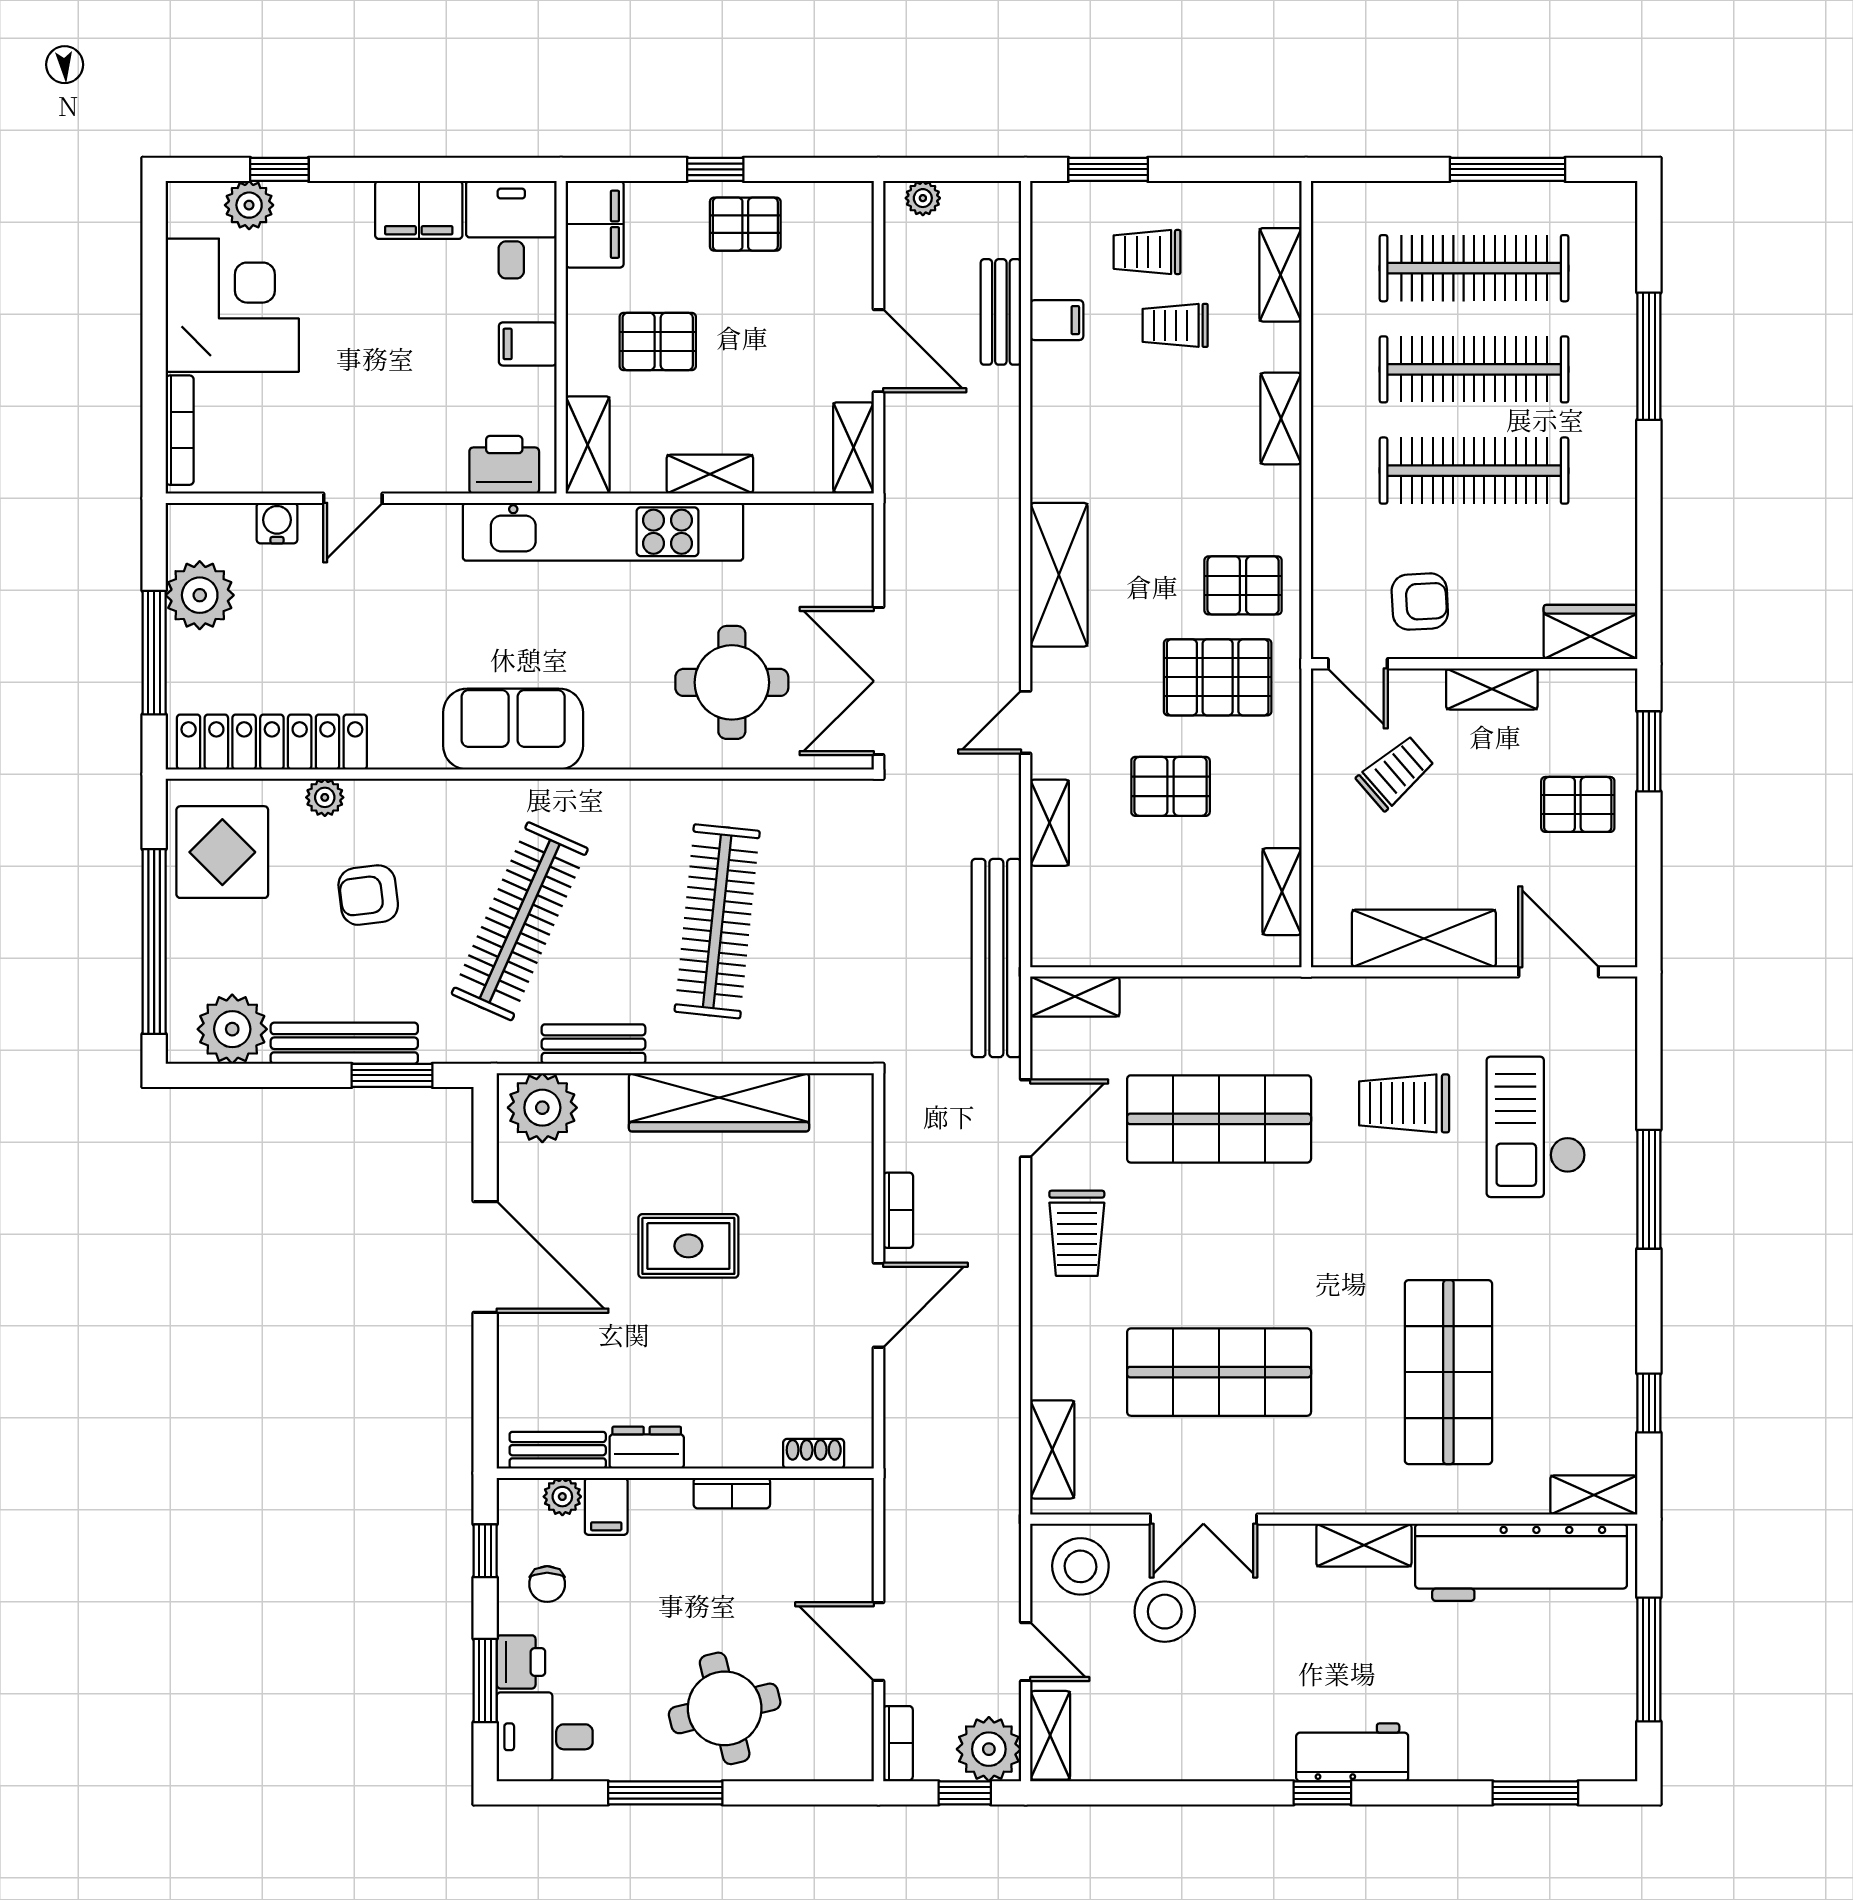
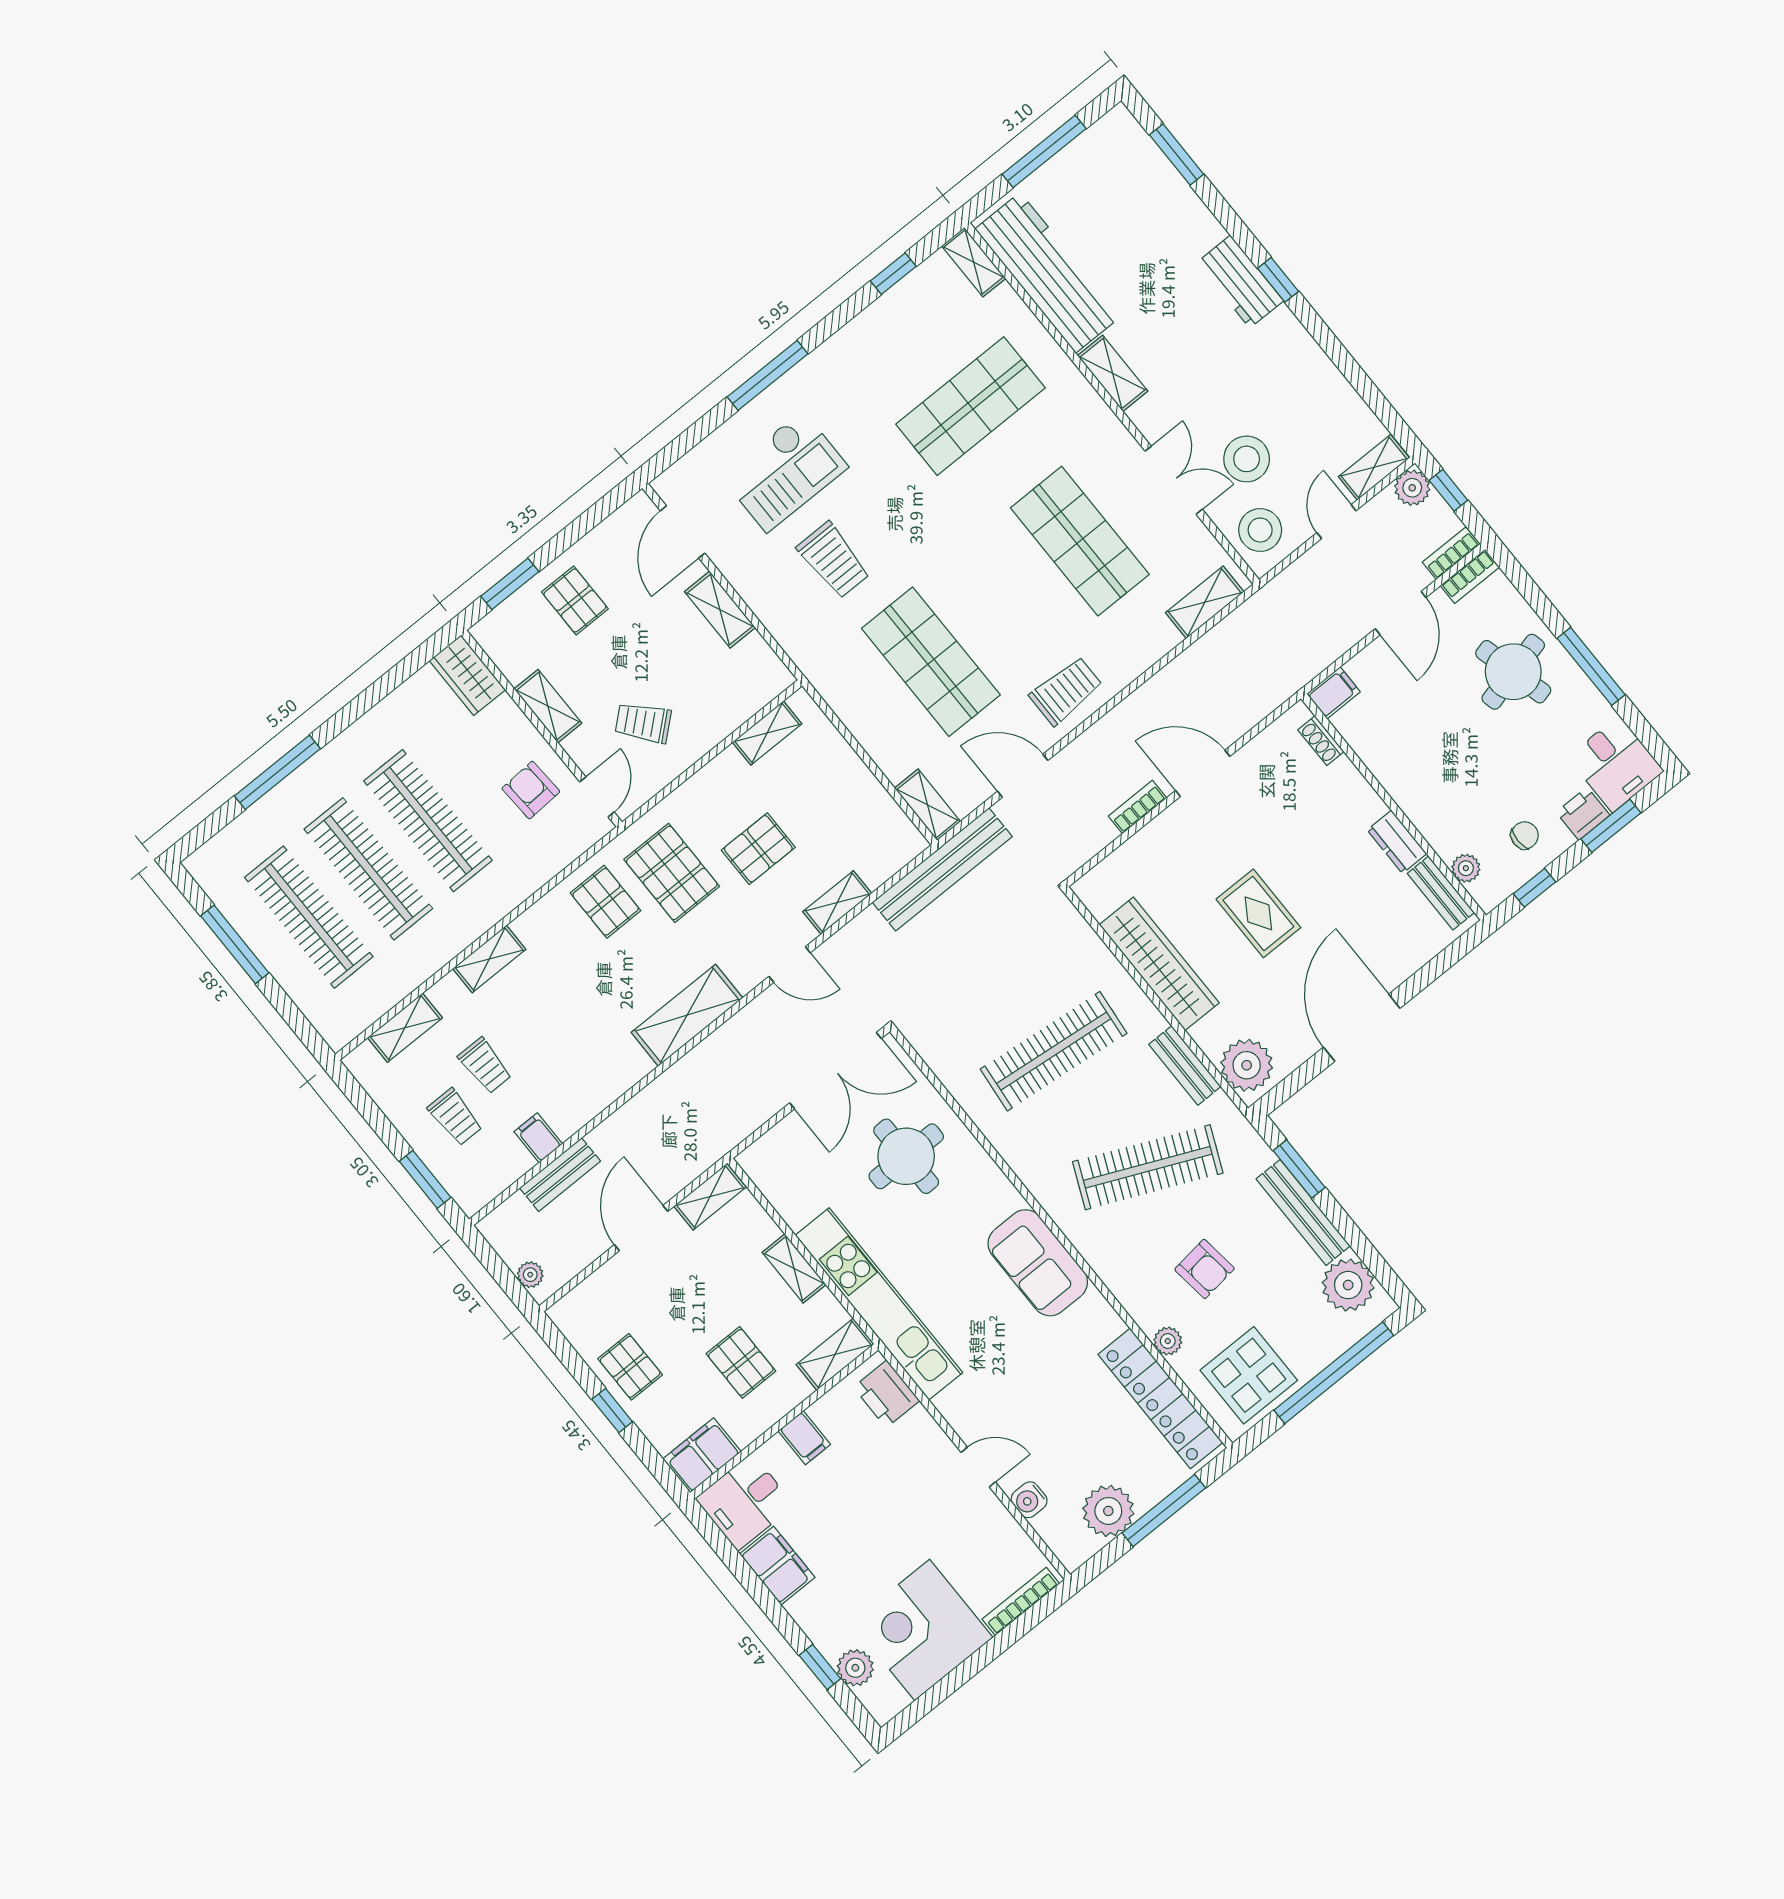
pallet: (1171, 786) -> (758, 849), turned 90
shelving: (1424, 938) -> (720, 610), width x0.67, depth x0.75
bookcase: (732, 1493) -> (1470, 576), moved, turned 90
filing cabinet: (606, 1506) -> (1333, 693), moved
plant: (989, 1749) -> (1412, 488), width x0.73, depth x0.73

